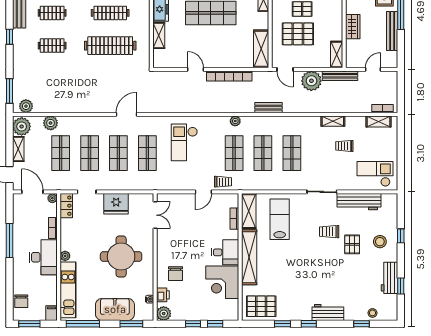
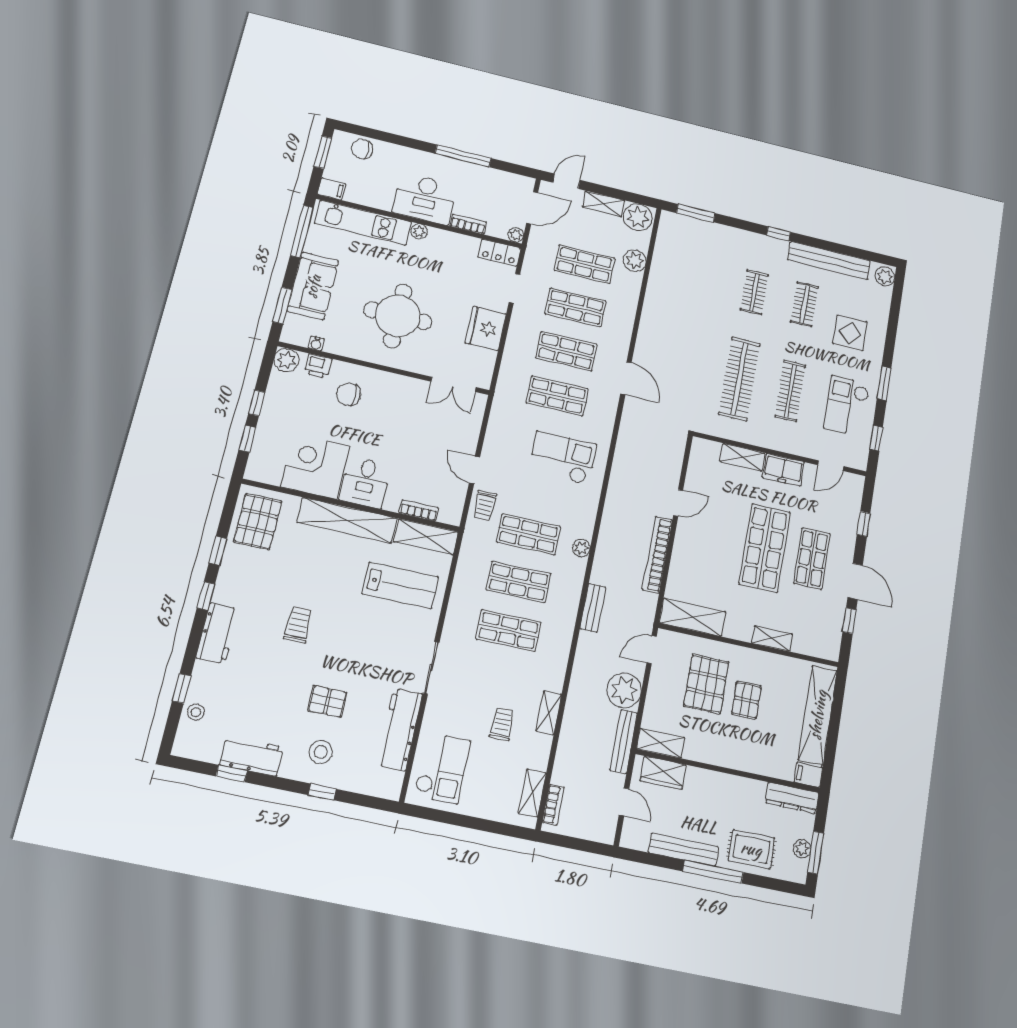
wardrobe: (353, 27) -> (663, 773), moved
plant: (26, 106) -> (668, 231), removed
trolley: (329, 232) -> (298, 625), moved

